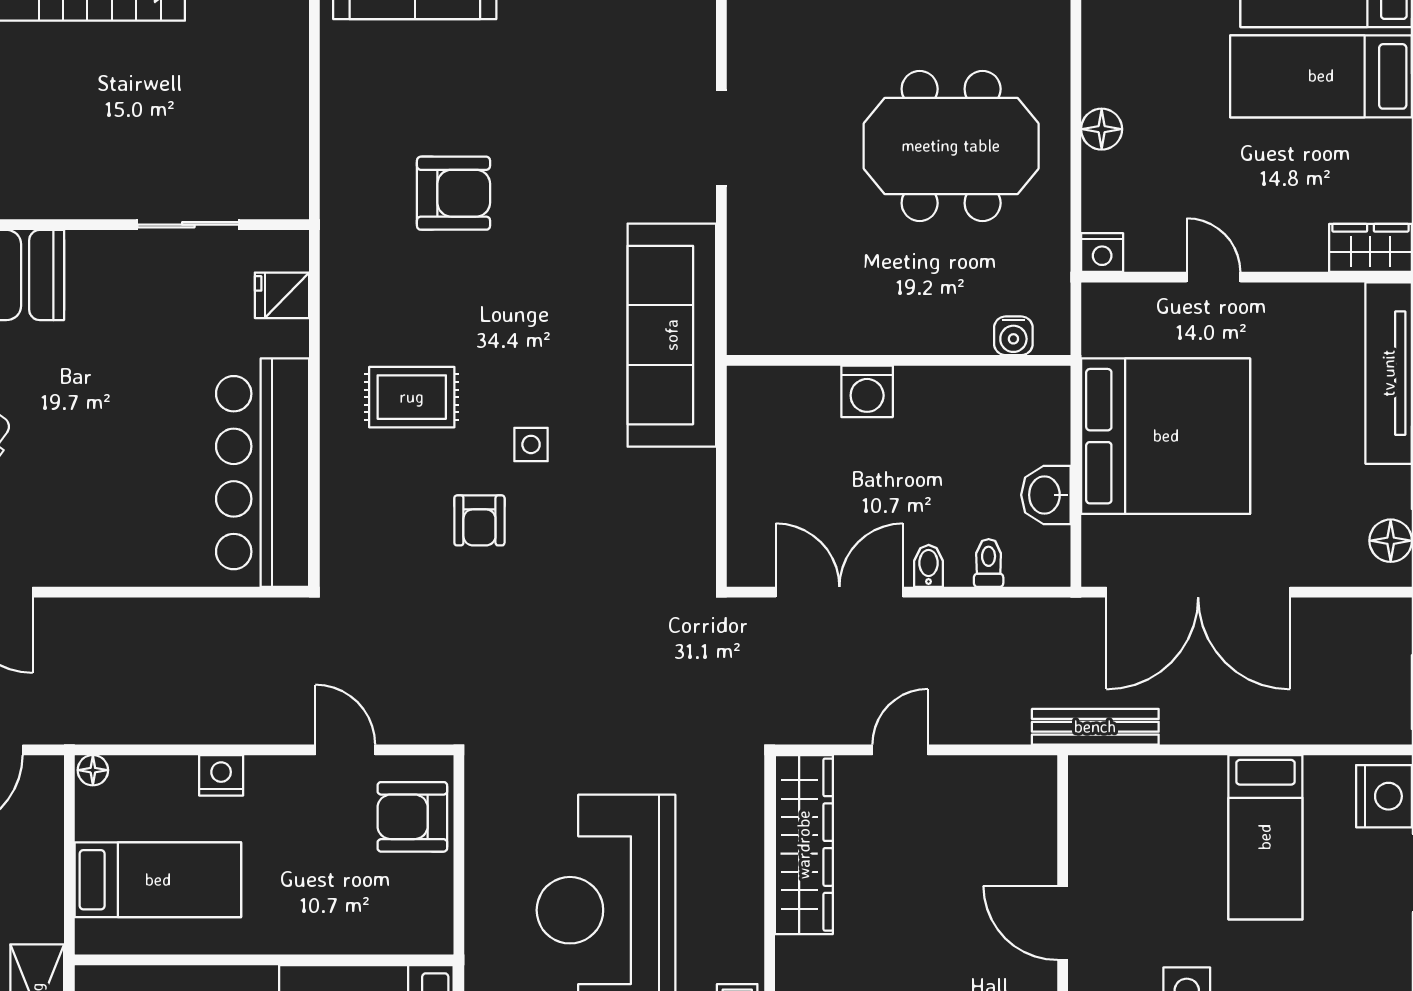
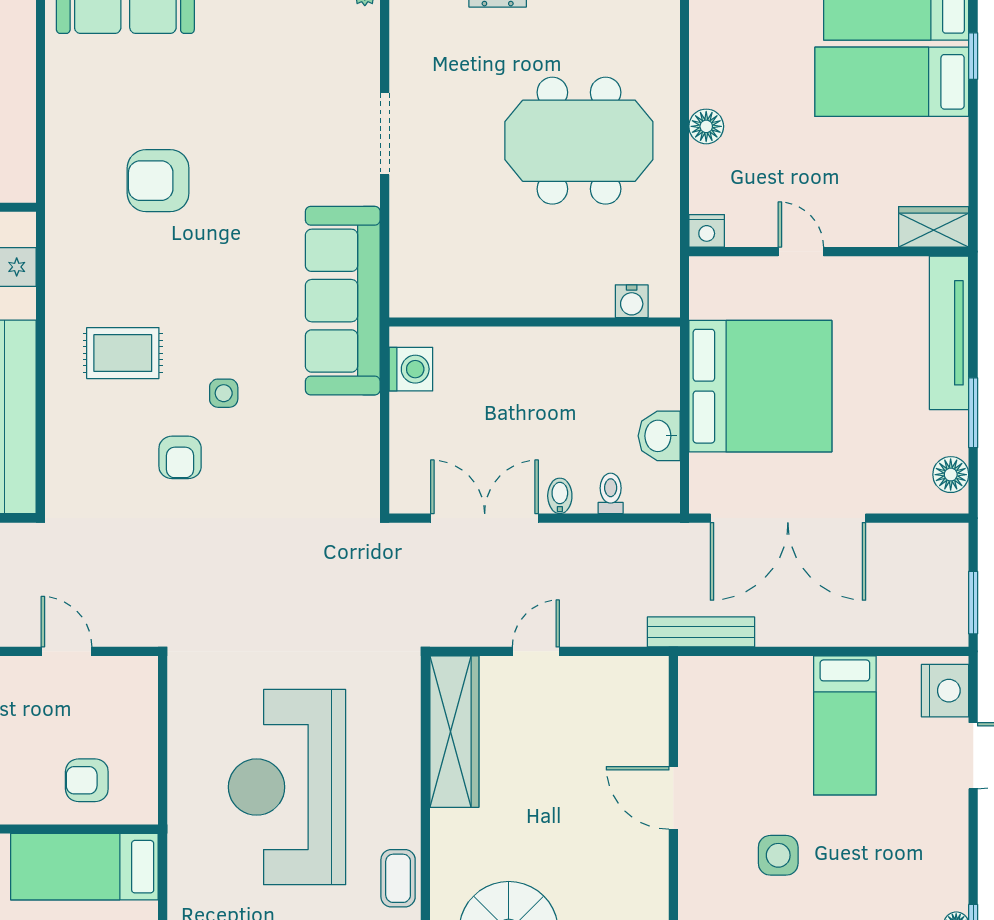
armchair: (453, 193) -> (158, 181), turned 180
washing machine: (867, 391) -> (411, 369), moved, turned -90
armchair: (412, 817) -> (87, 780), moved, width x0.72, depth x0.72

